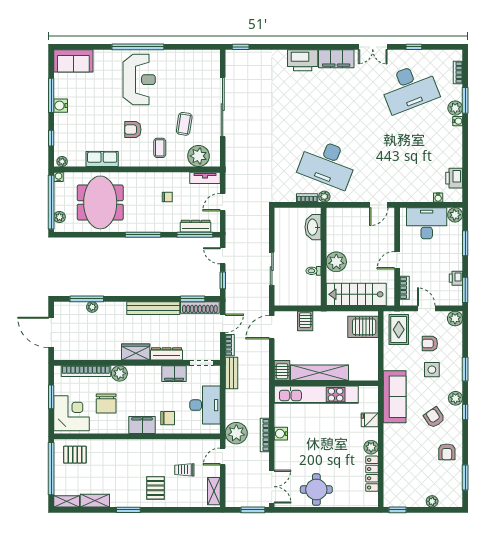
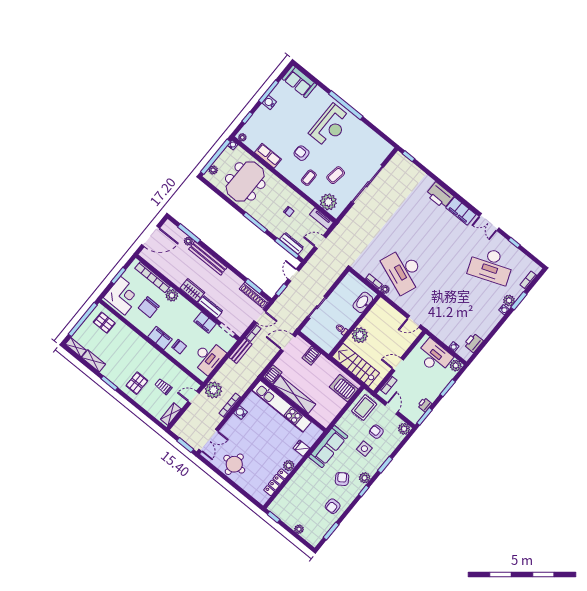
bench: (153, 308) -> (208, 258), moved
door: (51, 332) -> (151, 236), swing flipped

